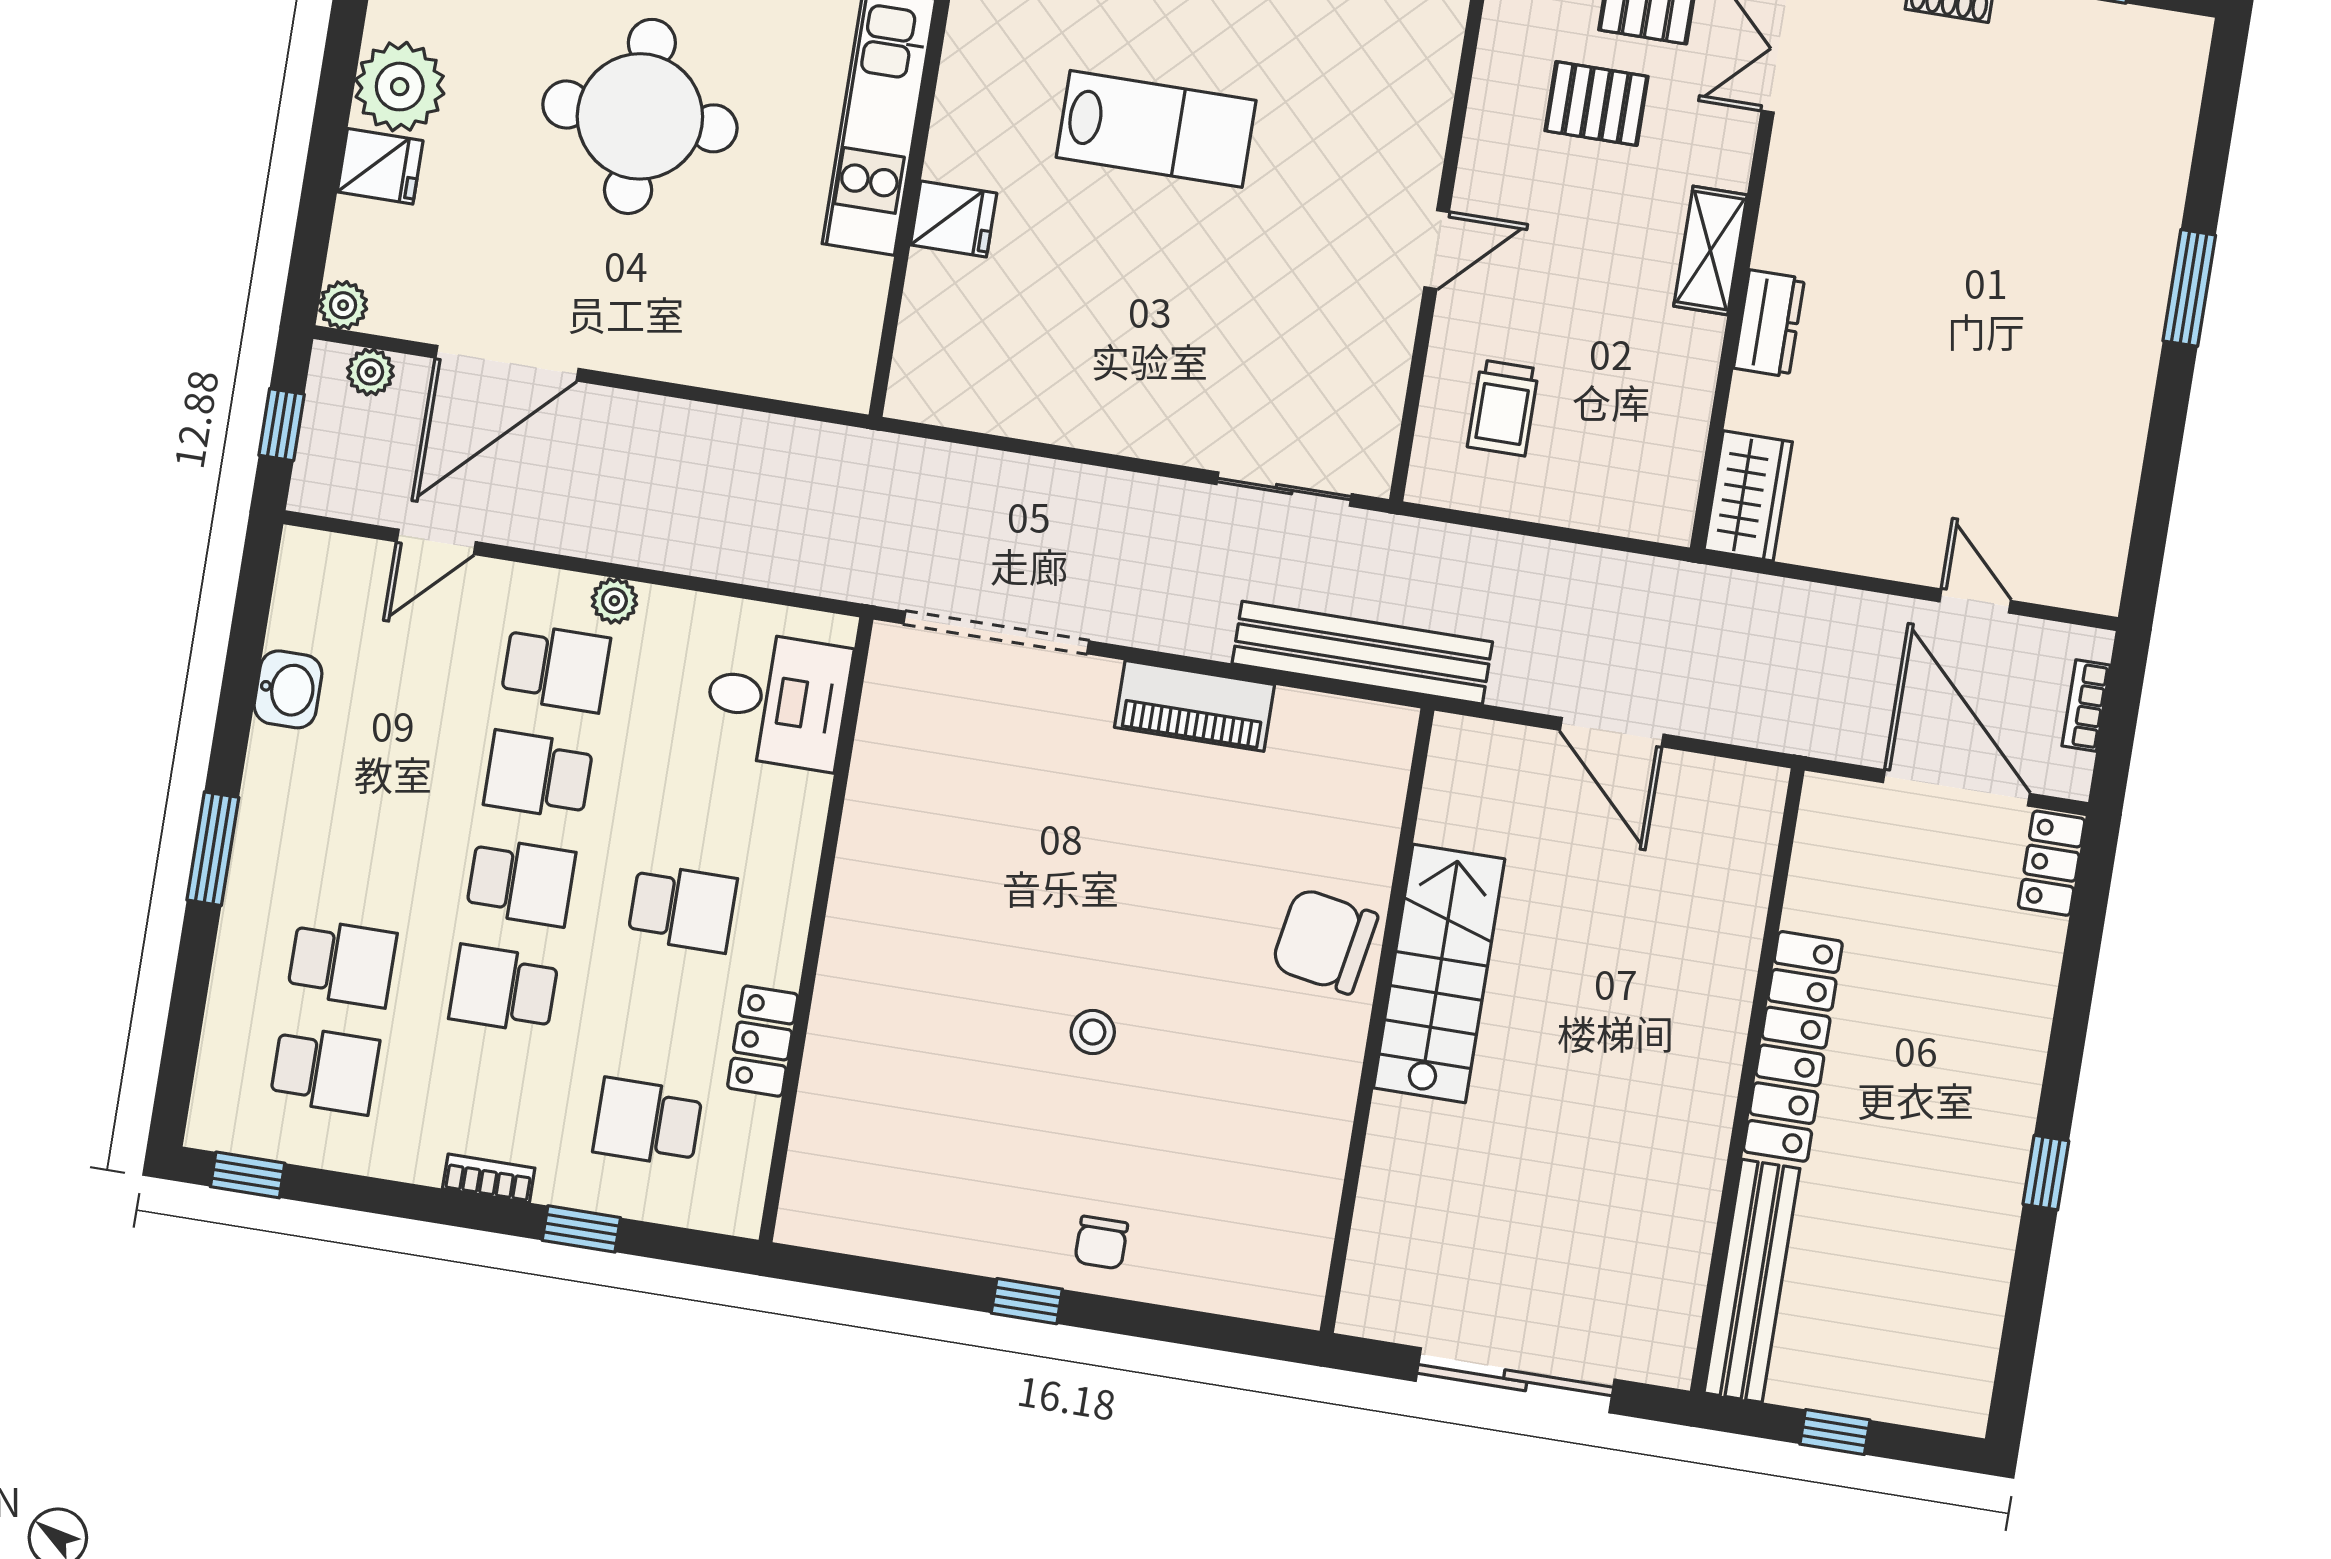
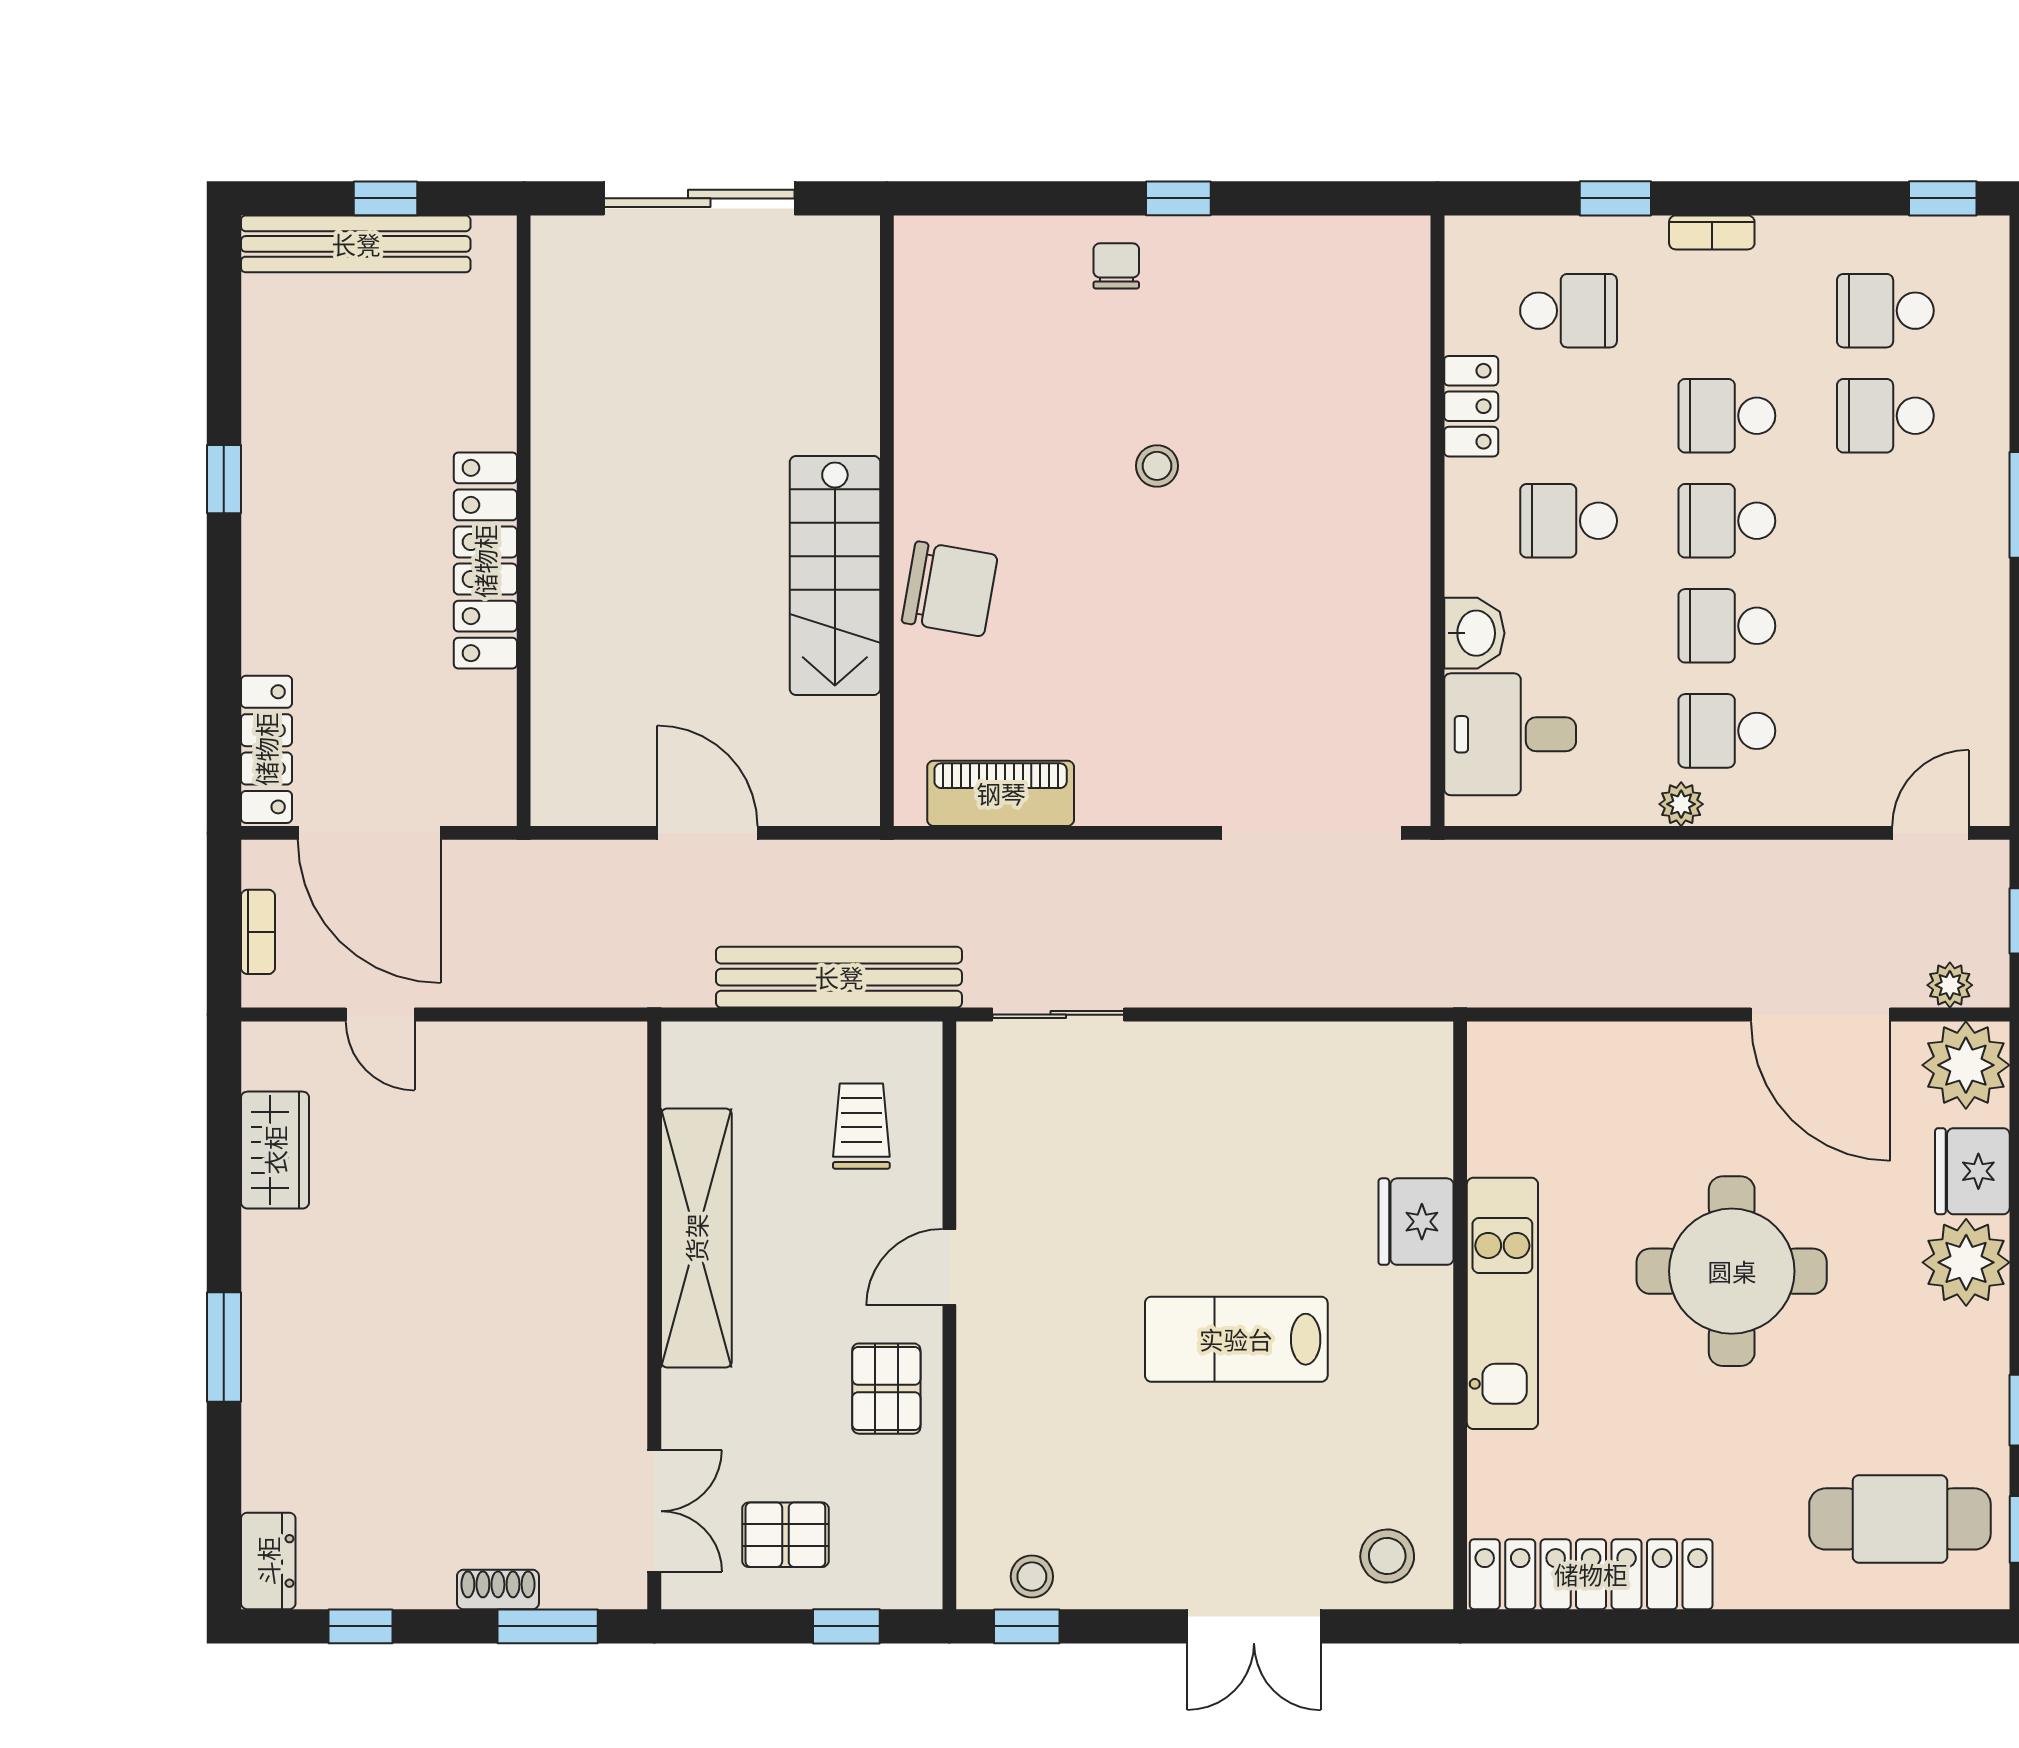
pallet: (1597, 104) -> (886, 1389), moved, turned 90
fridge: (380, 166) -> (1972, 1171), width x1.38
fridge: (954, 219) -> (1416, 1222), width x1.38
shelving: (1710, 251) -> (696, 1238), width x2.20, depth x1.33
plant: (343, 305) -> (1966, 1065), width x1.88, depth x1.88
dresser: (1769, 323) -> (268, 1561), moved, turned 180
door: (507, 363) -> (1821, 1015), swing flipped
wardrobe: (1748, 496) -> (275, 1150), moved, turned 180
door: (436, 542) -> (1931, 833), moved
bench: (1362, 653) -> (839, 977), moved
washbasin: (288, 689) -> (1474, 633), moved, turned 180
piano: (1194, 706) -> (1001, 793), moved
school desk: (538, 775) -> (1727, 626), turned 180
locker: (2052, 863) -> (266, 749), width x1.53
school desk: (504, 989) -> (1727, 416), turned 180
bench: (1752, 1281) -> (356, 244), moved, turned 90

